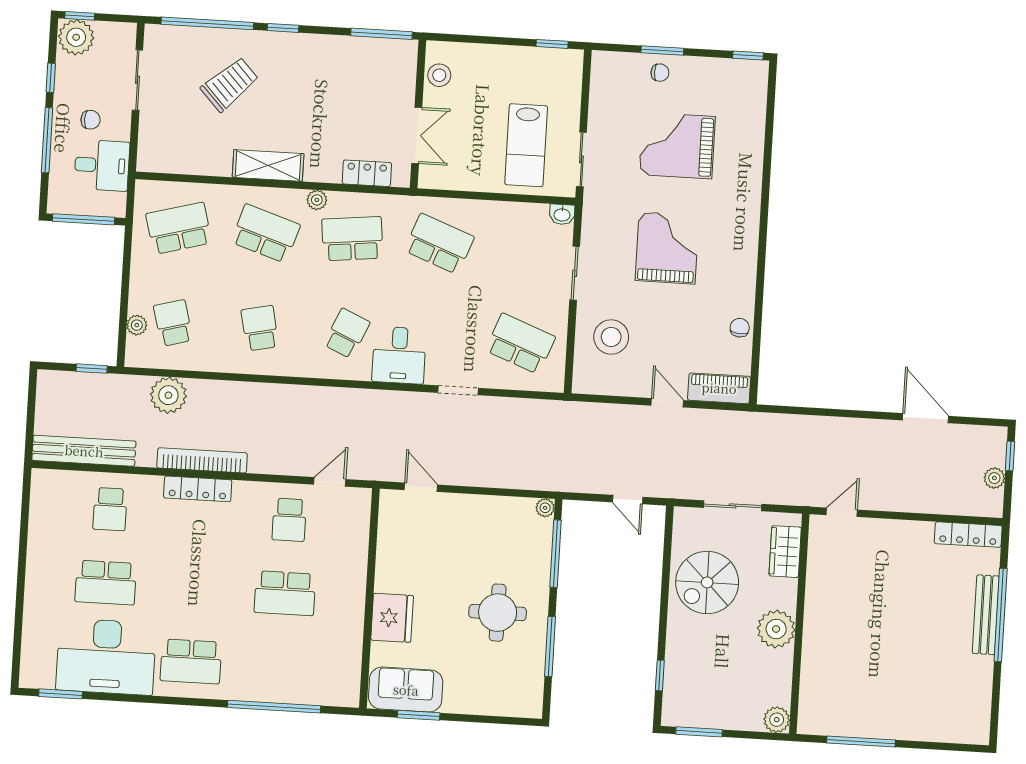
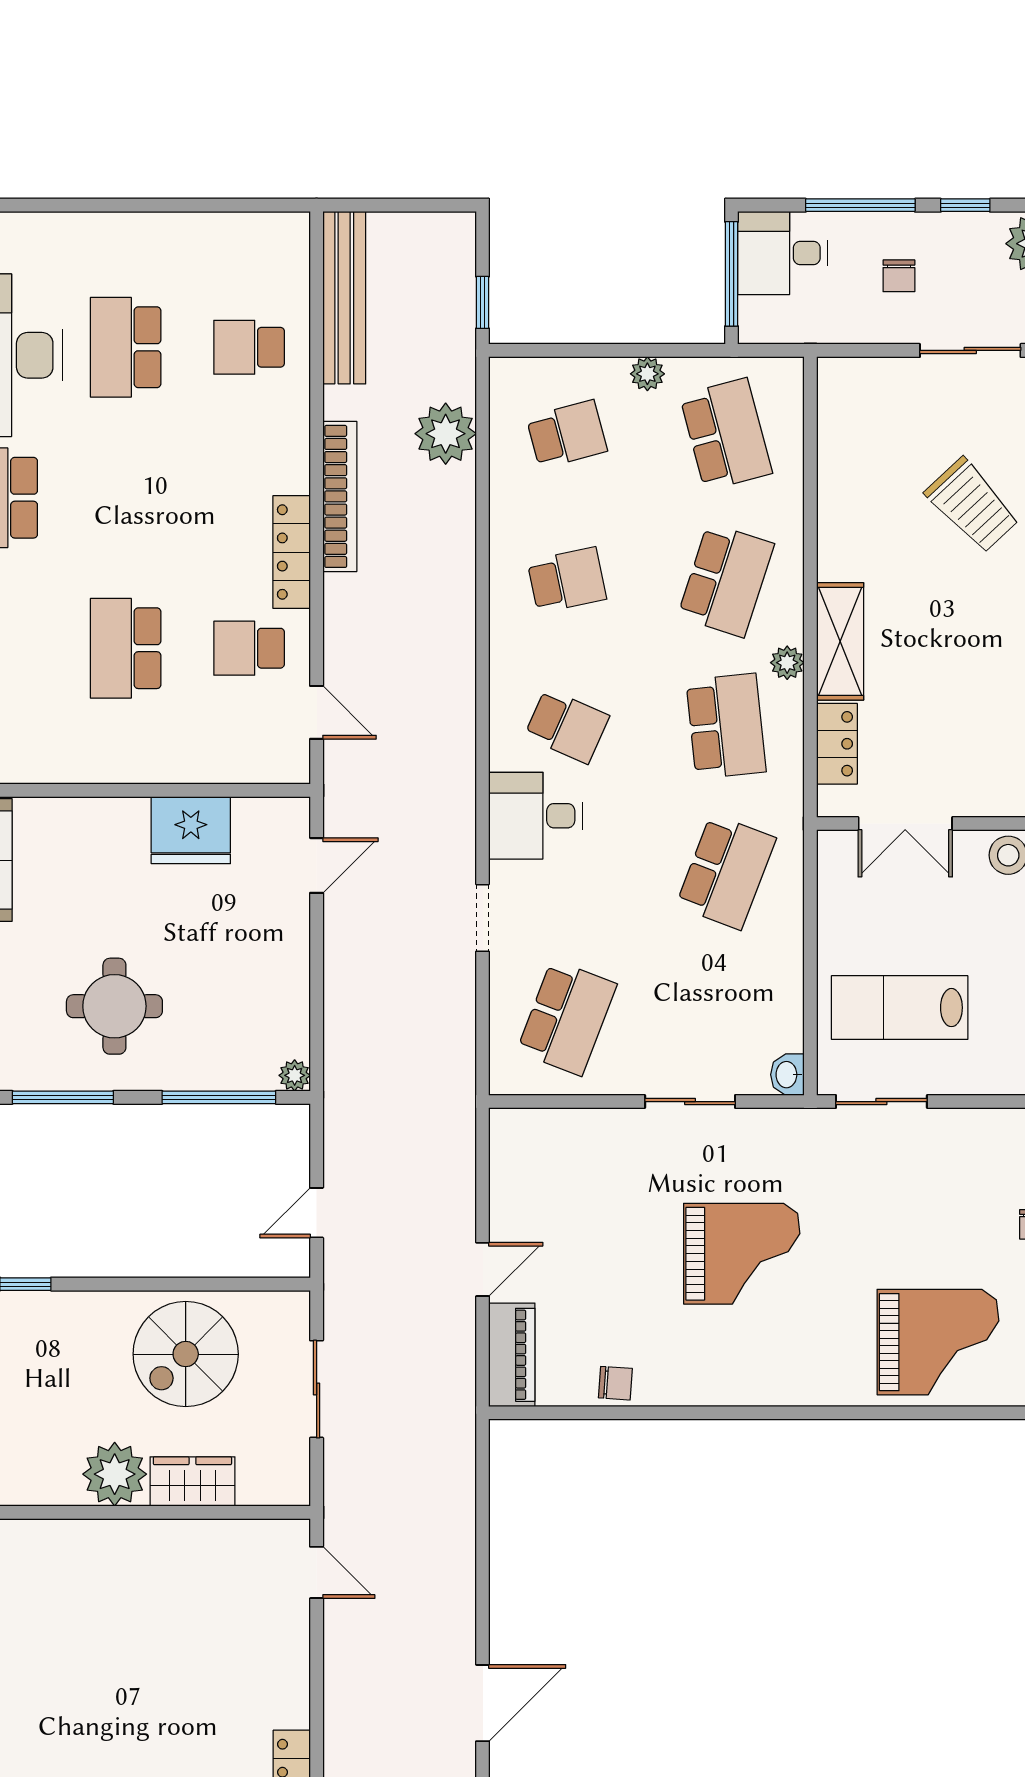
grand piano: (677, 146) -> (938, 1342), moved, turned 90
desk: (102, 165) -> (783, 253), moved, turned 90
shelving: (268, 165) -> (840, 641), moved
plant: (137, 325) -> (647, 374), moved
stool: (611, 337) -> (587, 1169), removed
locker: (198, 489) -> (292, 552), moved
wardrobe: (785, 552) -> (192, 1481), moved
spiral stairs: (707, 582) -> (186, 1354), turned -90
fridge: (392, 618) -> (191, 830), moved

